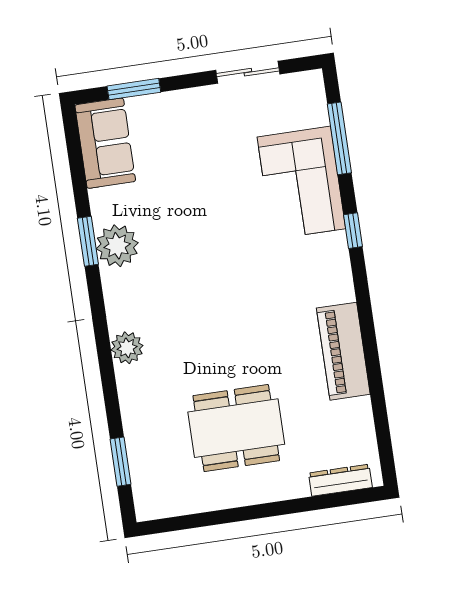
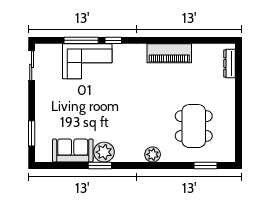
sliding door: (248, 72) -> (32, 66), moved
window: (339, 138) -> (81, 40), moved
sofa: (105, 143) -> (73, 151), moved
dining table: (236, 428) -> (194, 126), moved

